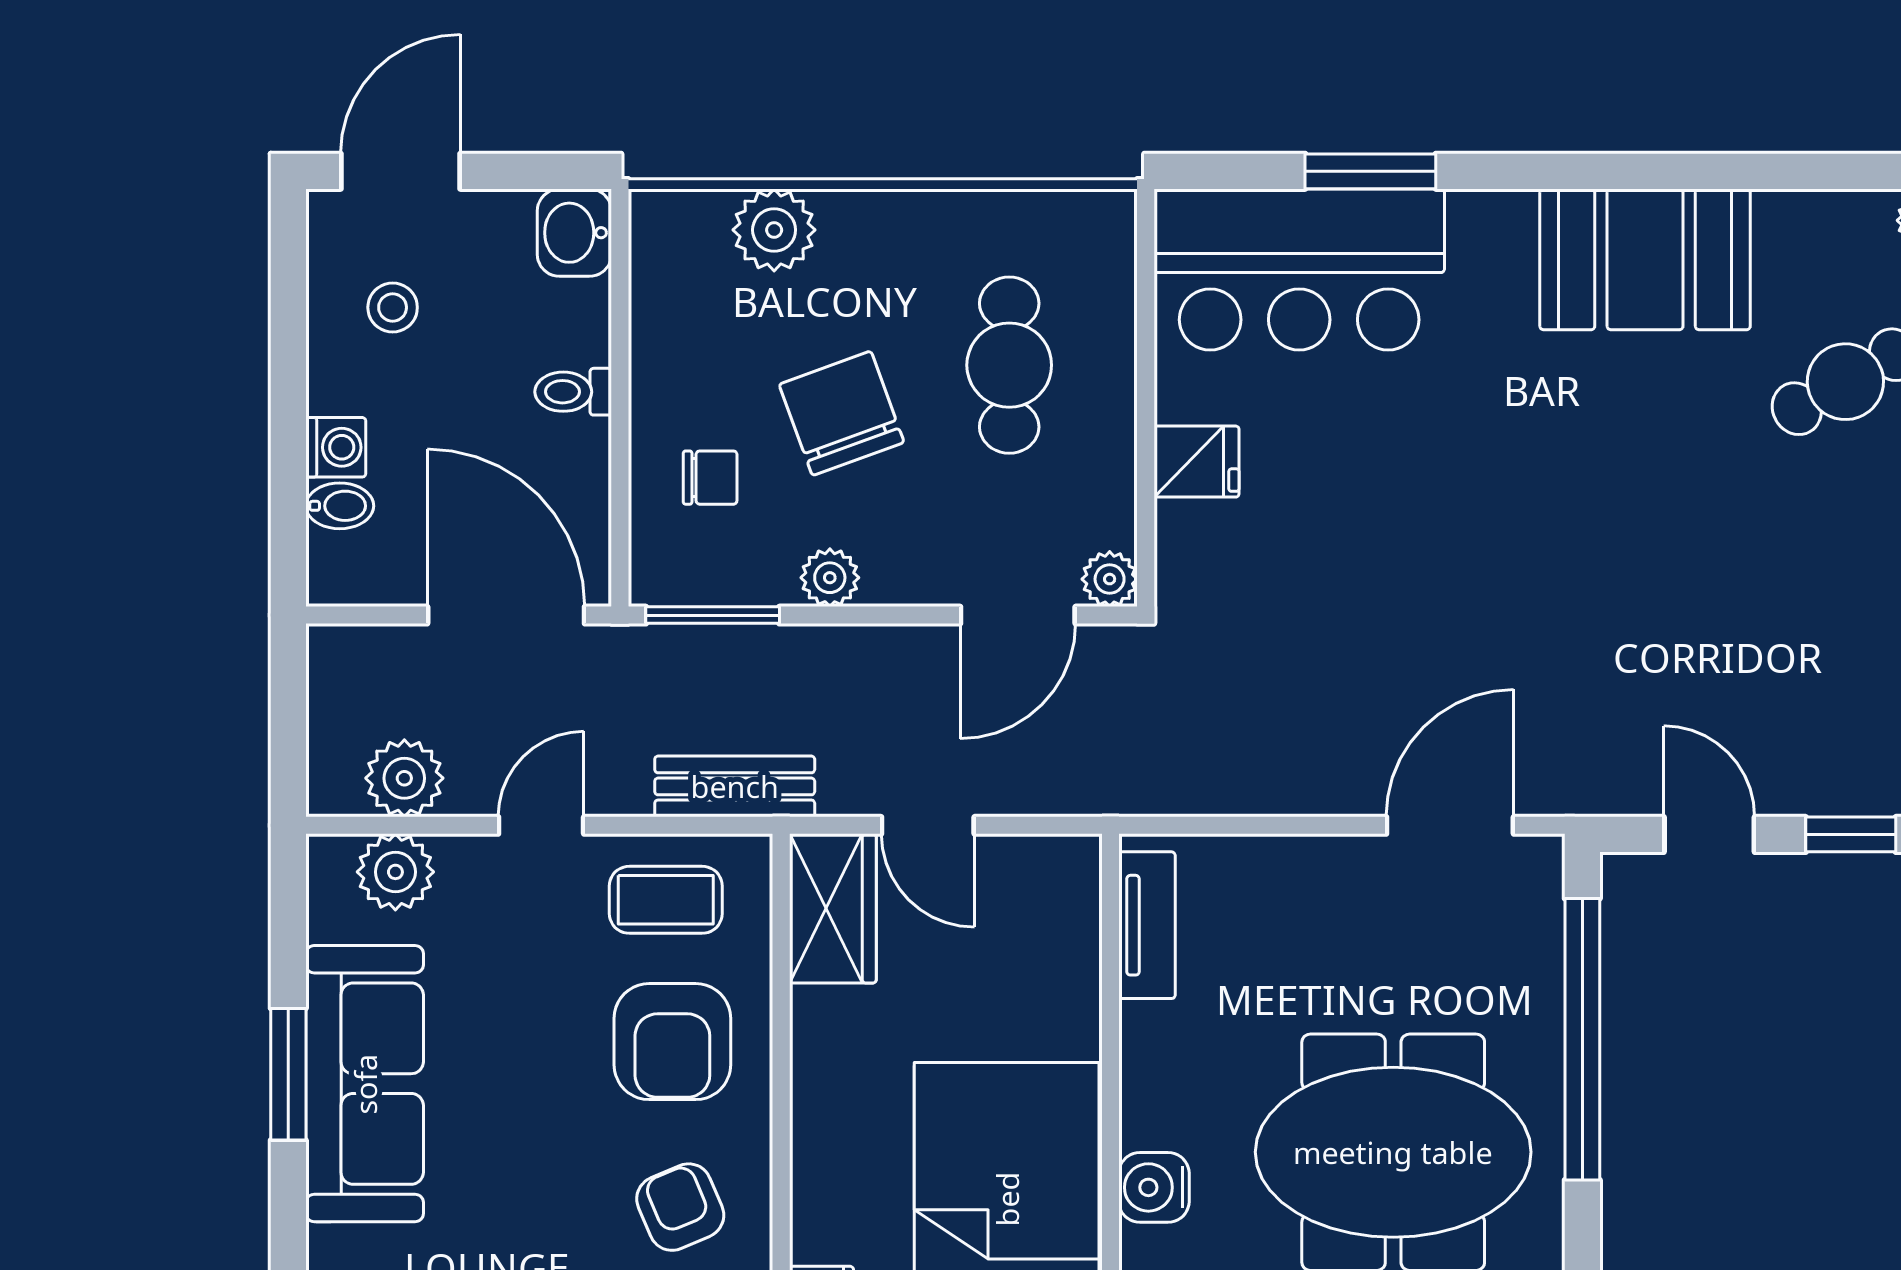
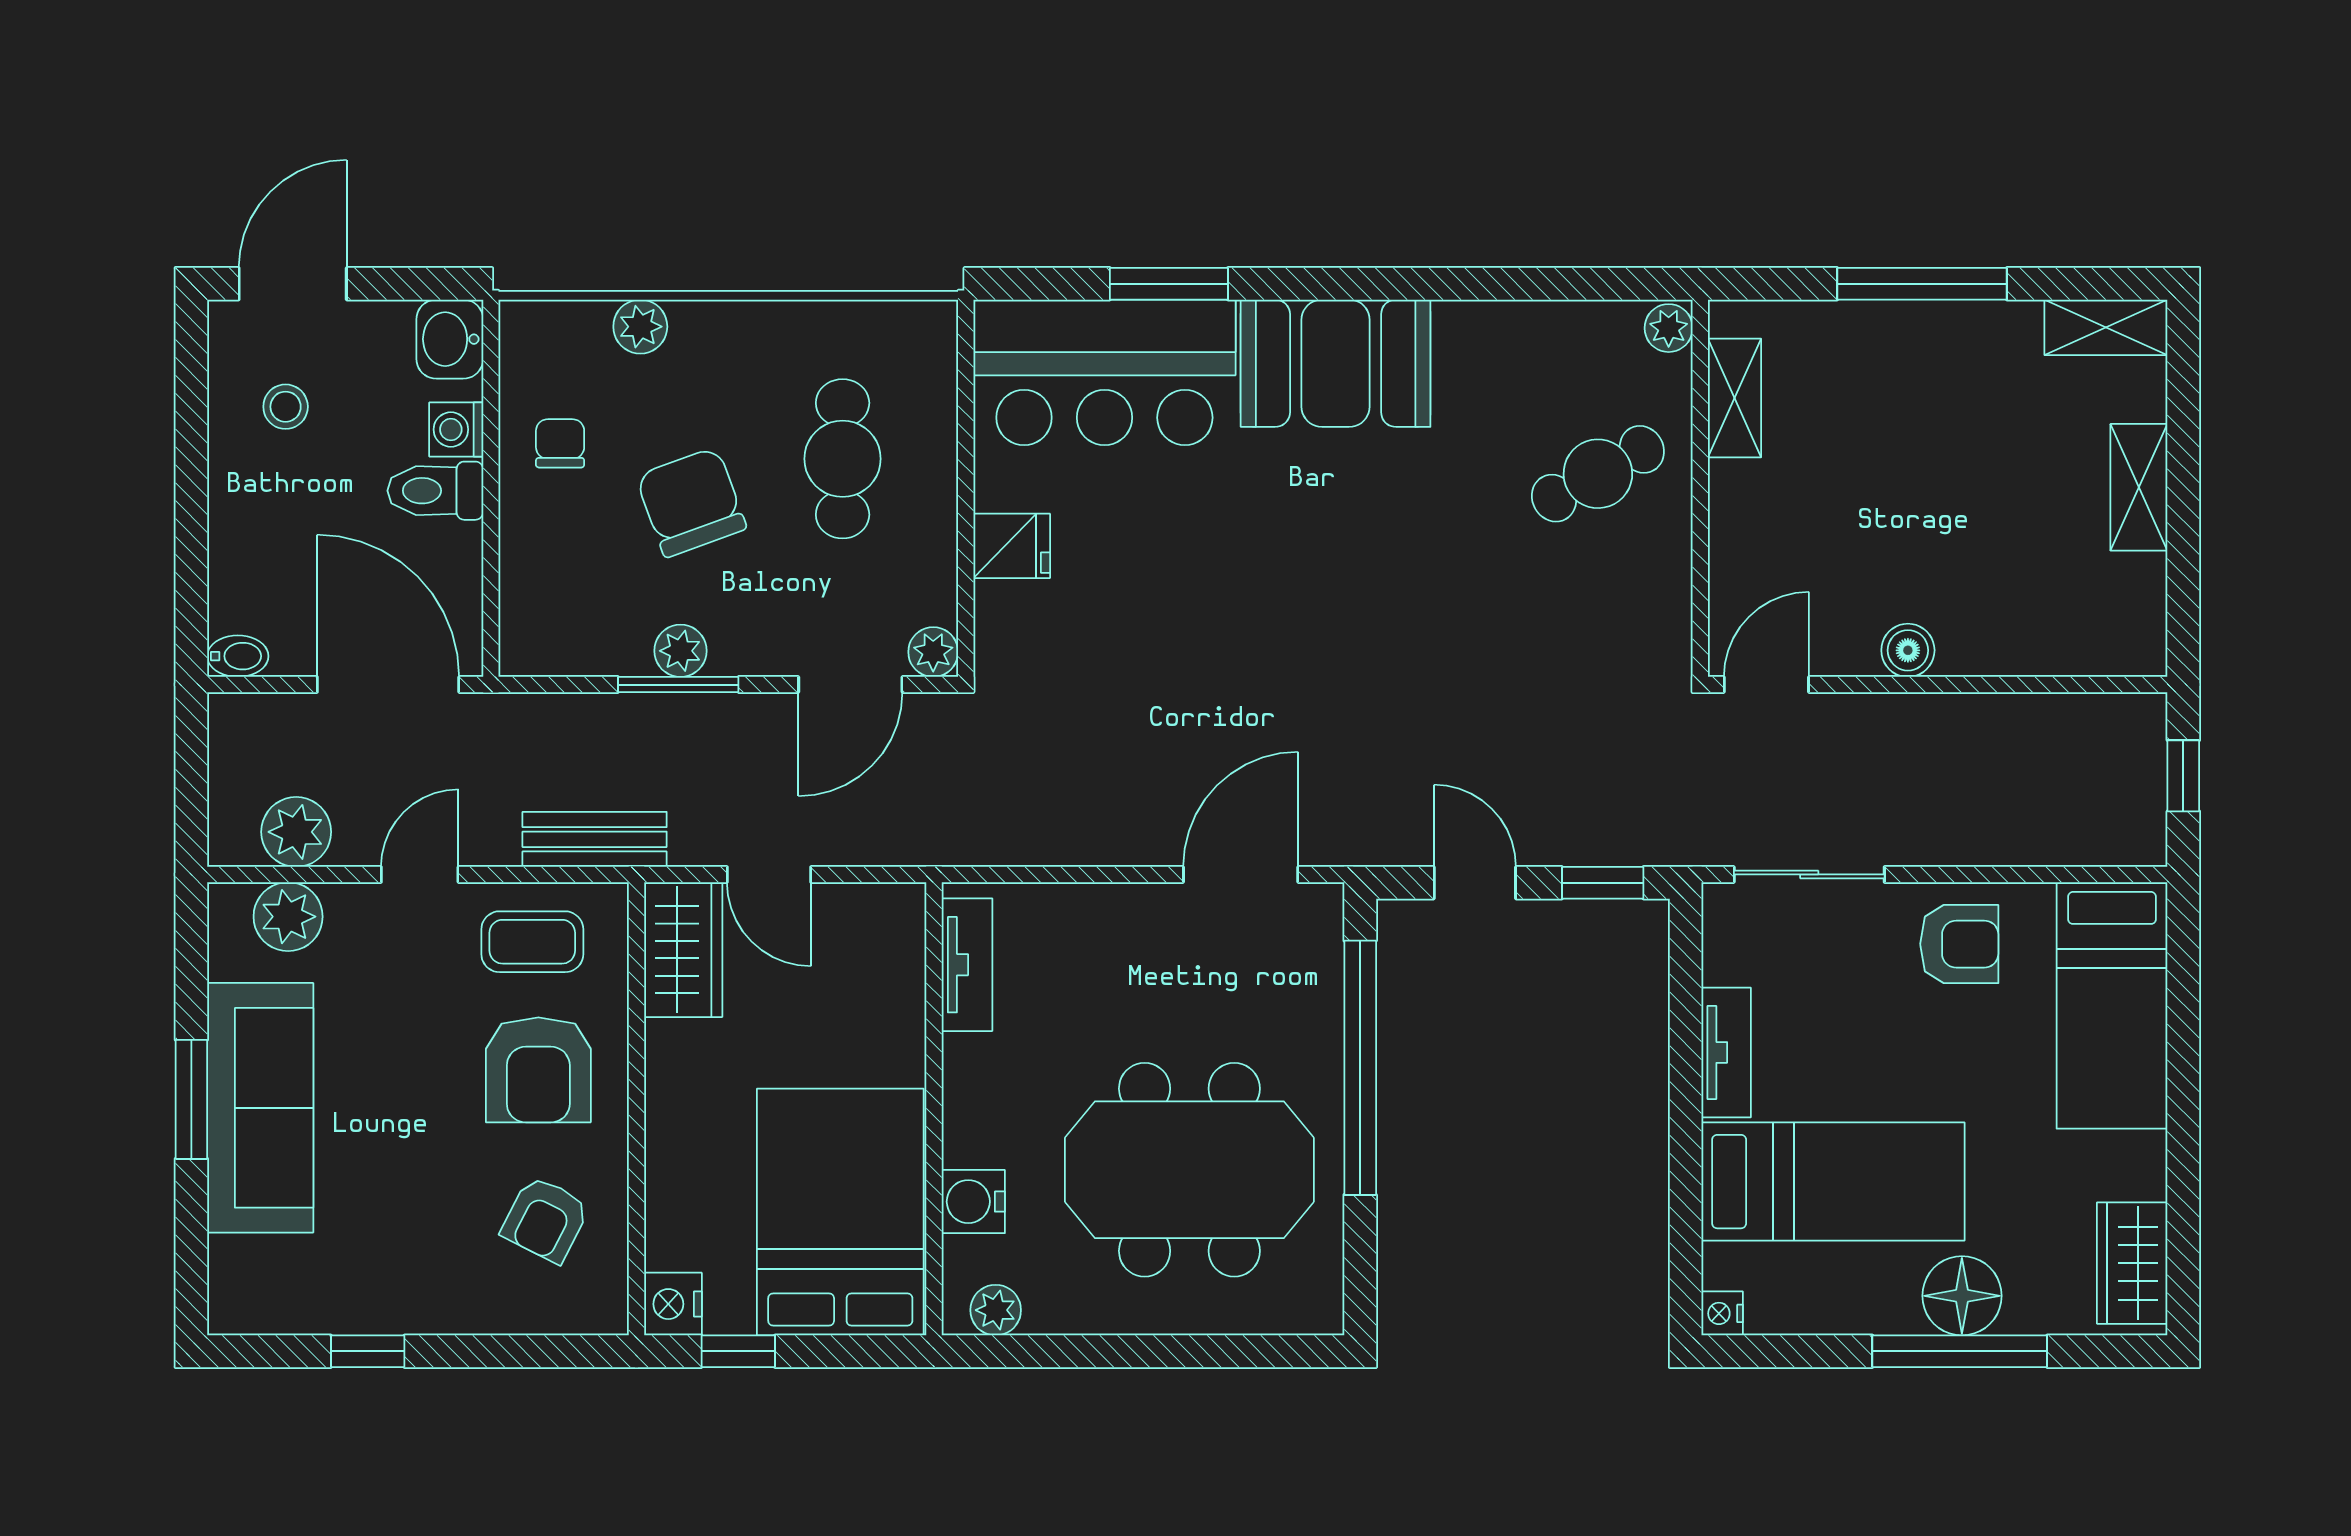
plant: (774, 230) -> (640, 327), width x0.73, depth x0.73
booth: (1645, 259) -> (1336, 363), moved
toilet: (573, 392) -> (435, 491), width x1.37, depth x1.39
washing machine: (336, 447) -> (456, 429), moved, turned 180
chair: (710, 478) -> (560, 443), moved, turned -90
bidet: (340, 506) -> (238, 656), moved
window: (713, 615) -> (678, 685), moved
armchair: (680, 1207) -> (545, 1219), turned -130

